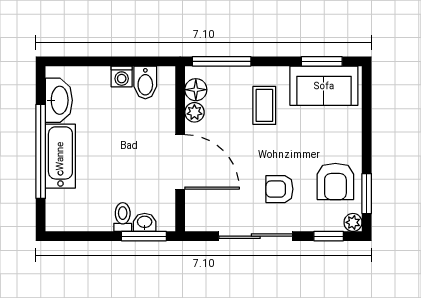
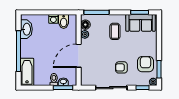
bathtub: (60, 156) -> (27, 72), moved
door: (180, 162) -> (79, 56), swing flipped
armchair: (335, 181) -> (145, 64), turned 180

